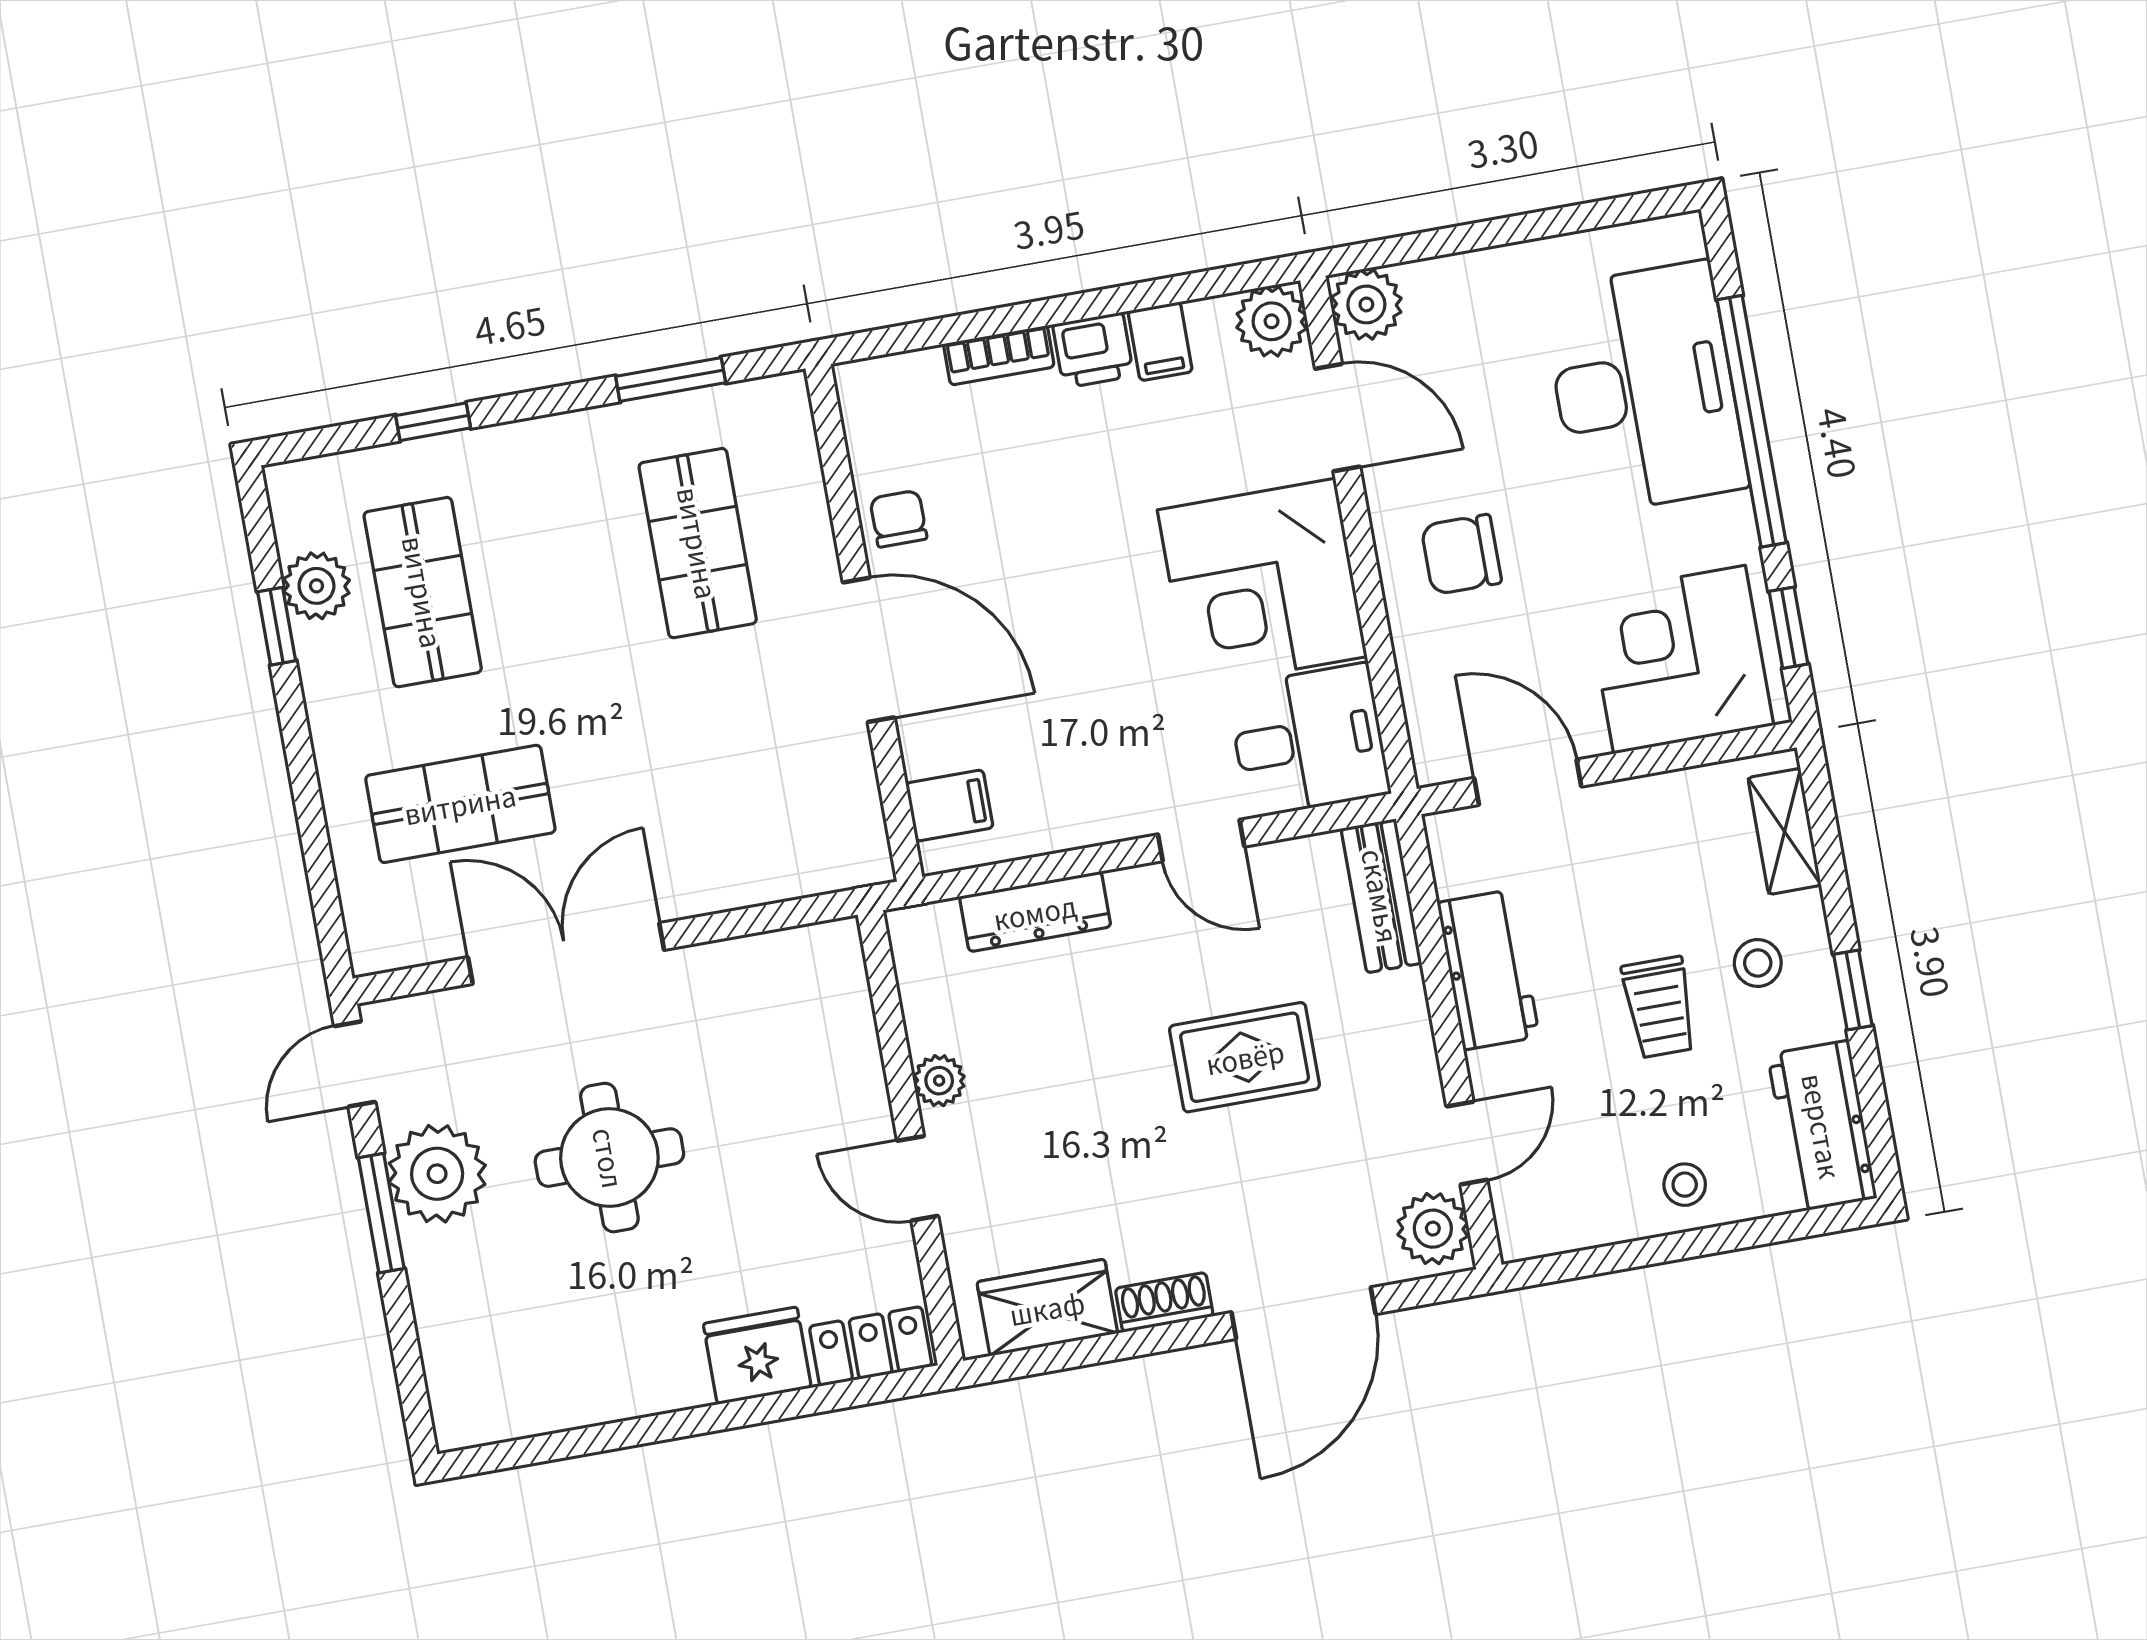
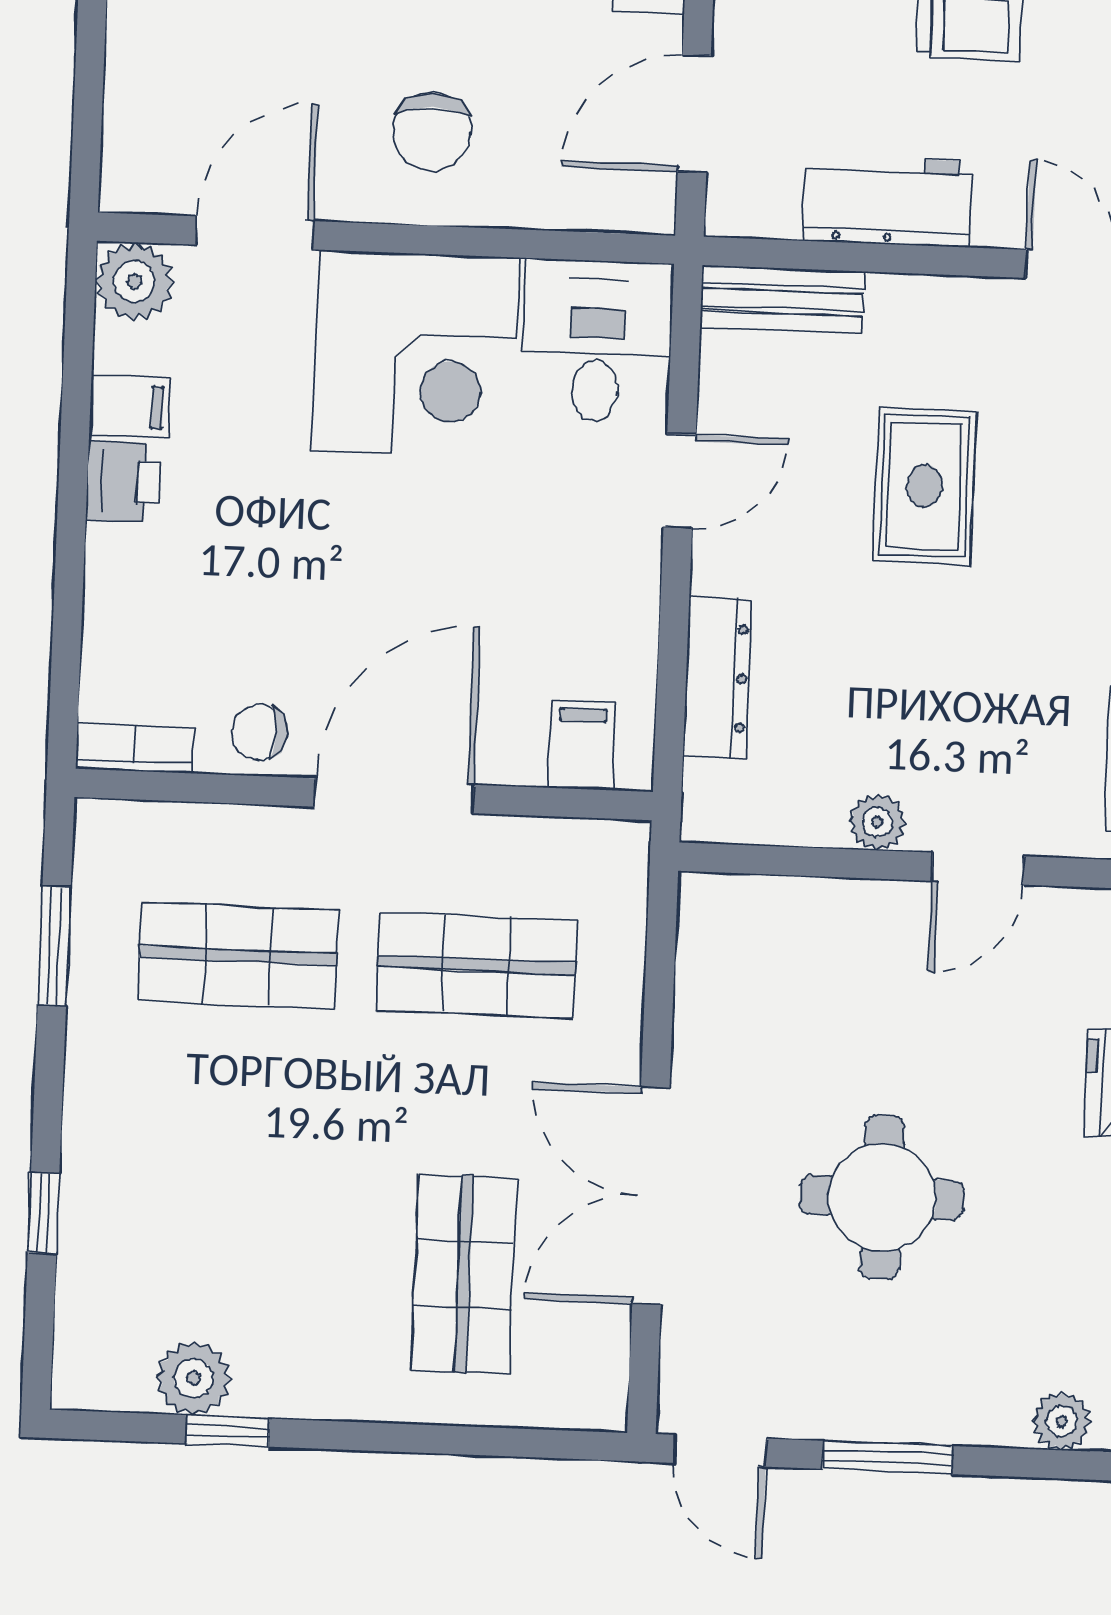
plant: (1366, 304) -> (139, 175), removed
bookcase: (999, 355) -> (135, 748), moved, turned -90
shop shelf: (423, 592) -> (476, 965), moved
plant: (437, 1174) -> (1062, 1421), moved, width x0.53, depth x0.53

